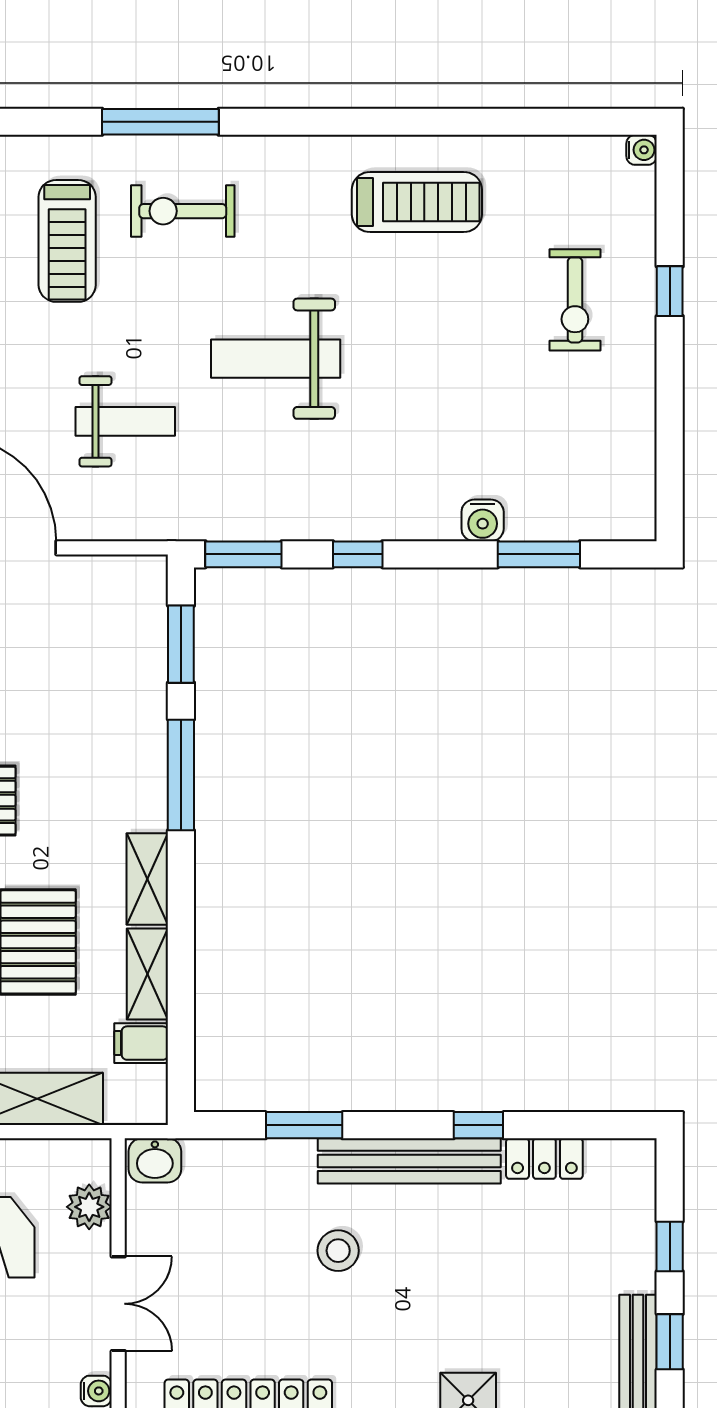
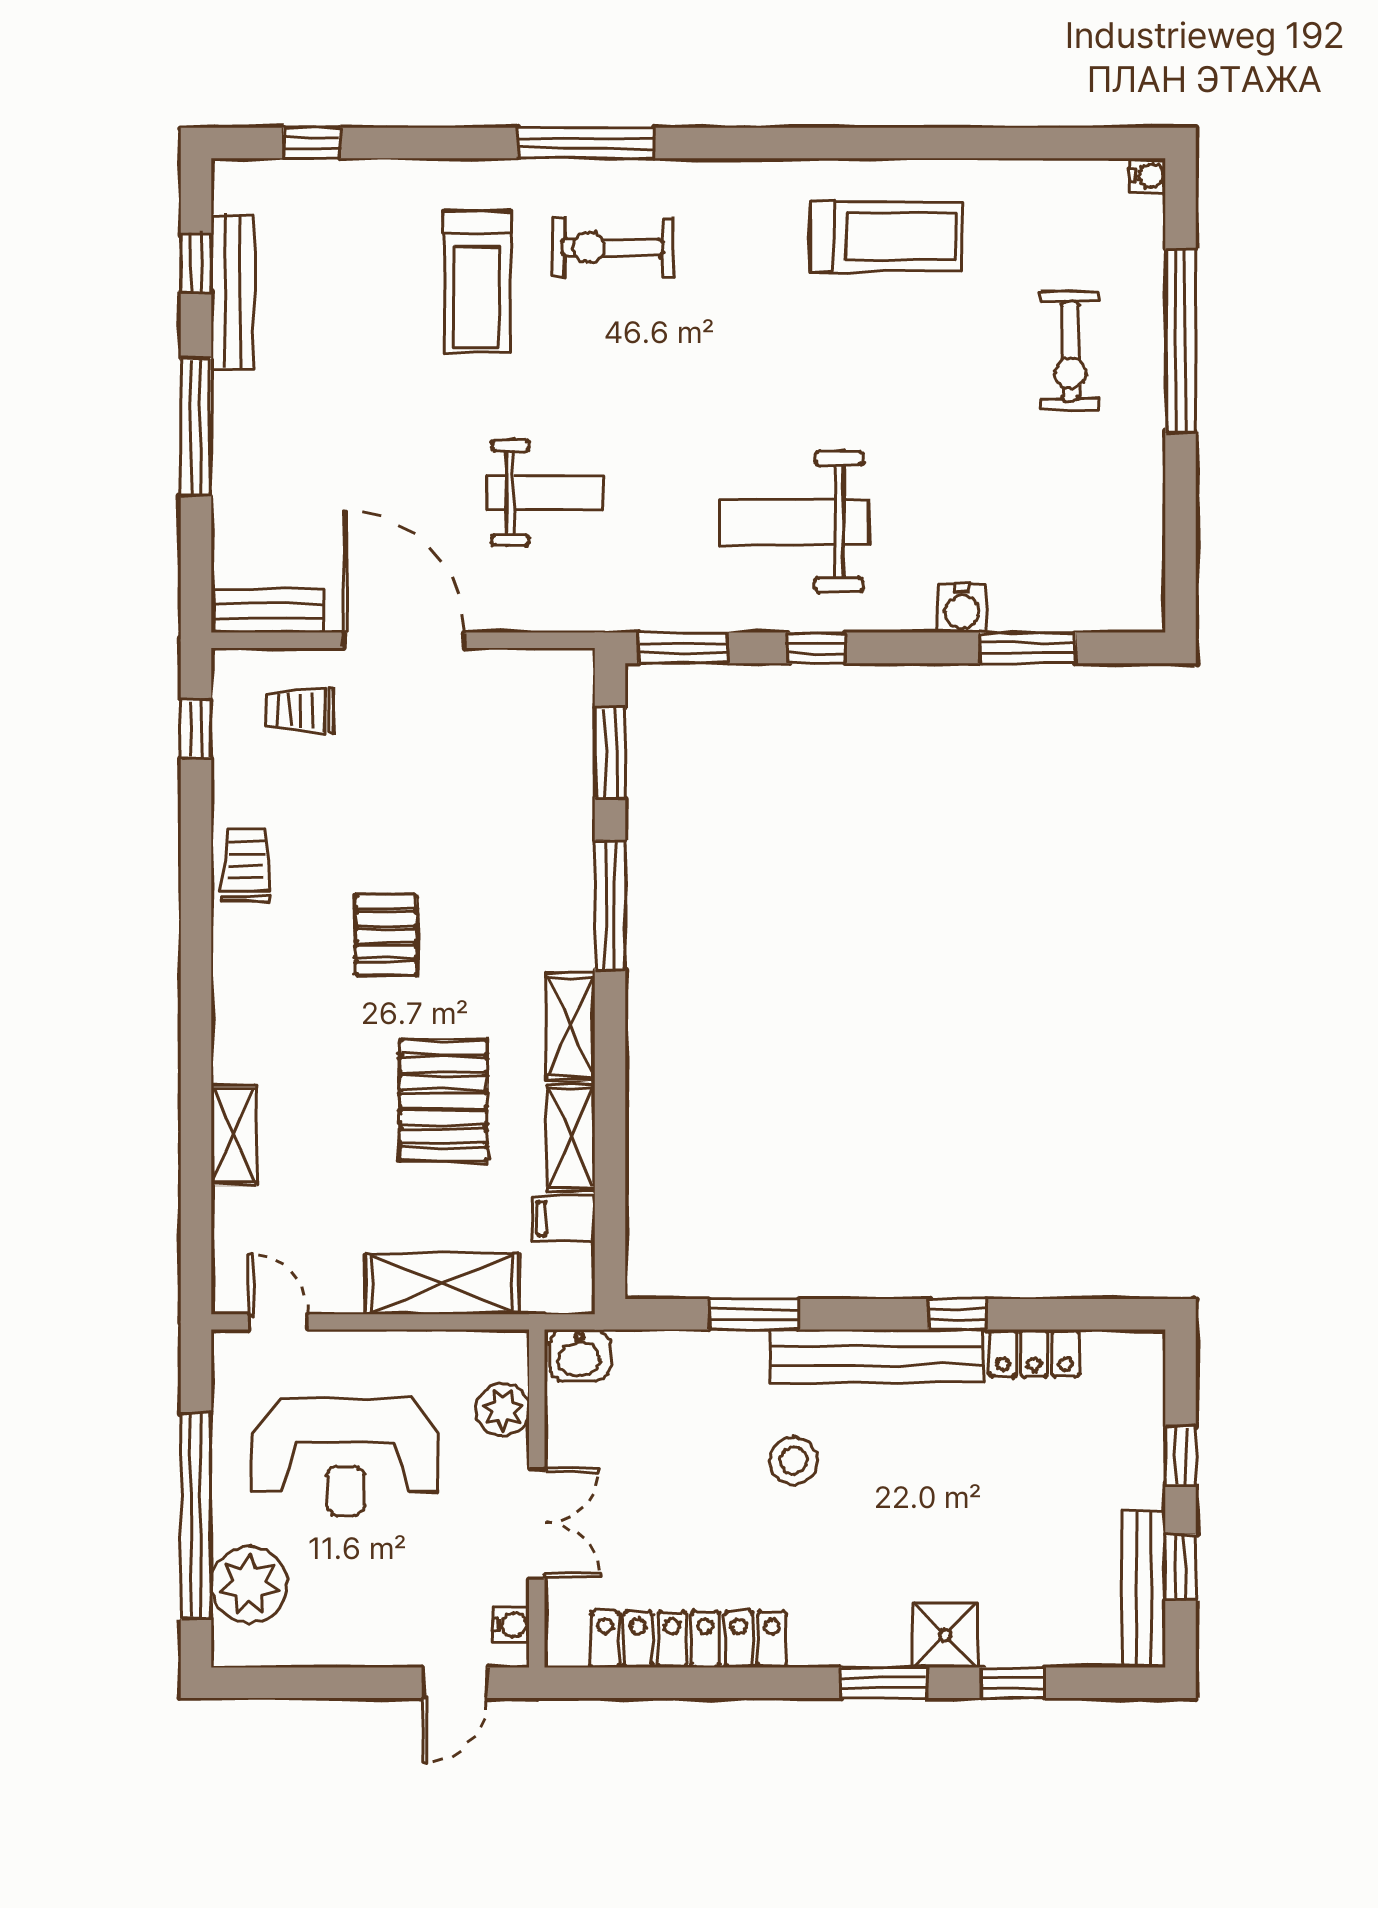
window: (670, 291) -> (1180, 341), width x3.17
weight bench: (276, 359) -> (794, 521), moved

